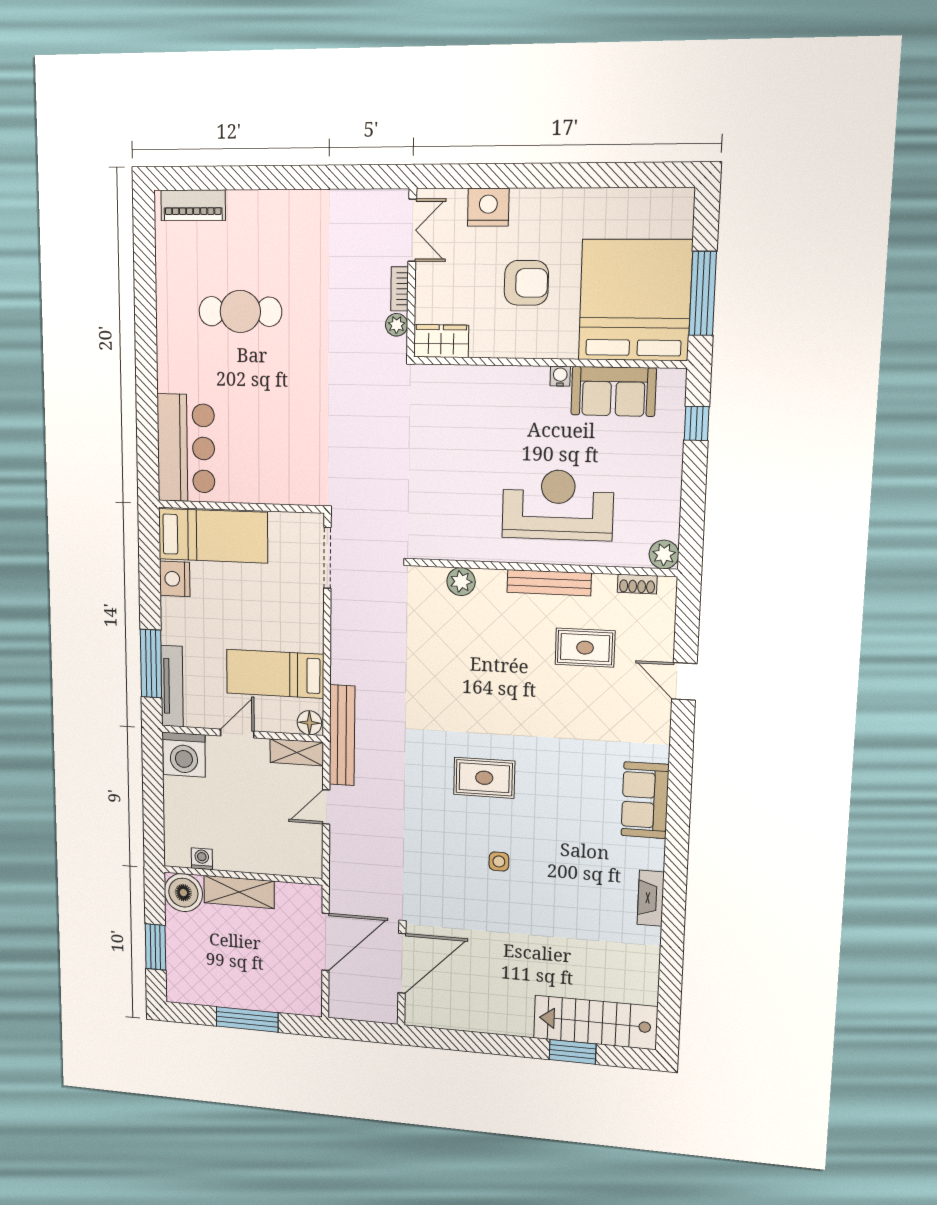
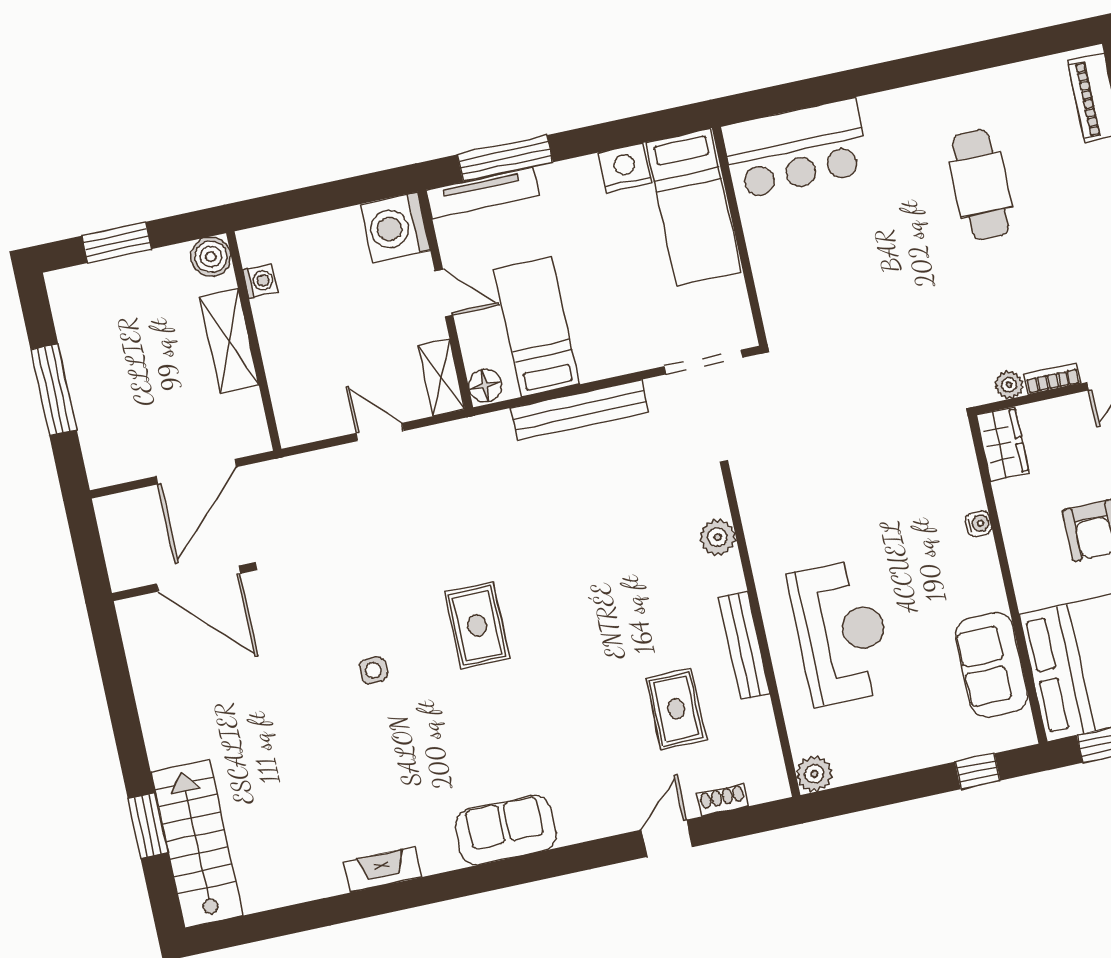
water cooler: (560, 376) -> (979, 524), moved
shoe rack: (637, 584) -> (723, 800), moved, turned 90
bench: (342, 735) -> (580, 410), moved
boiler: (183, 893) -> (211, 257), width x0.73, depth x0.73
door: (325, 942) -> (196, 472), hinge flipped

